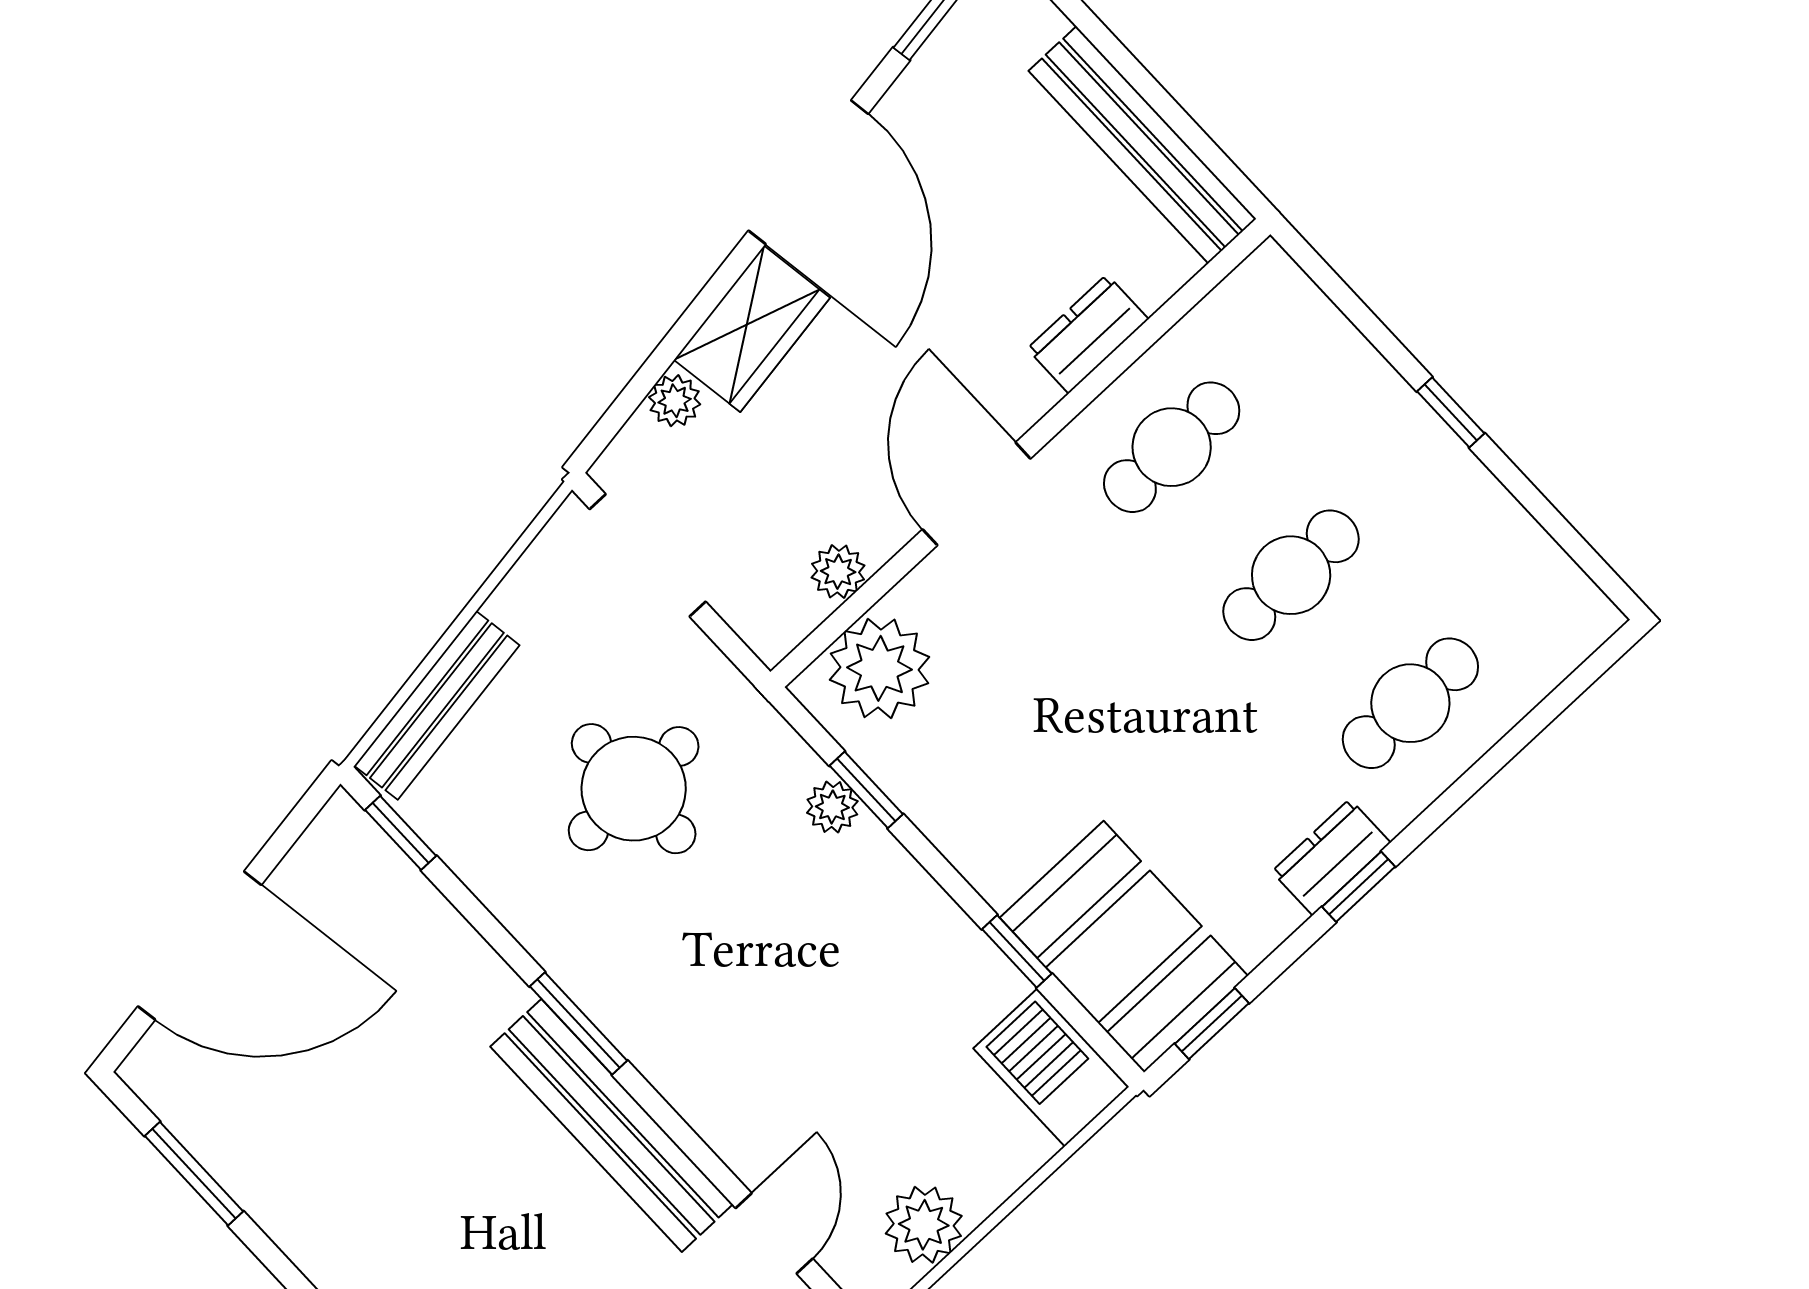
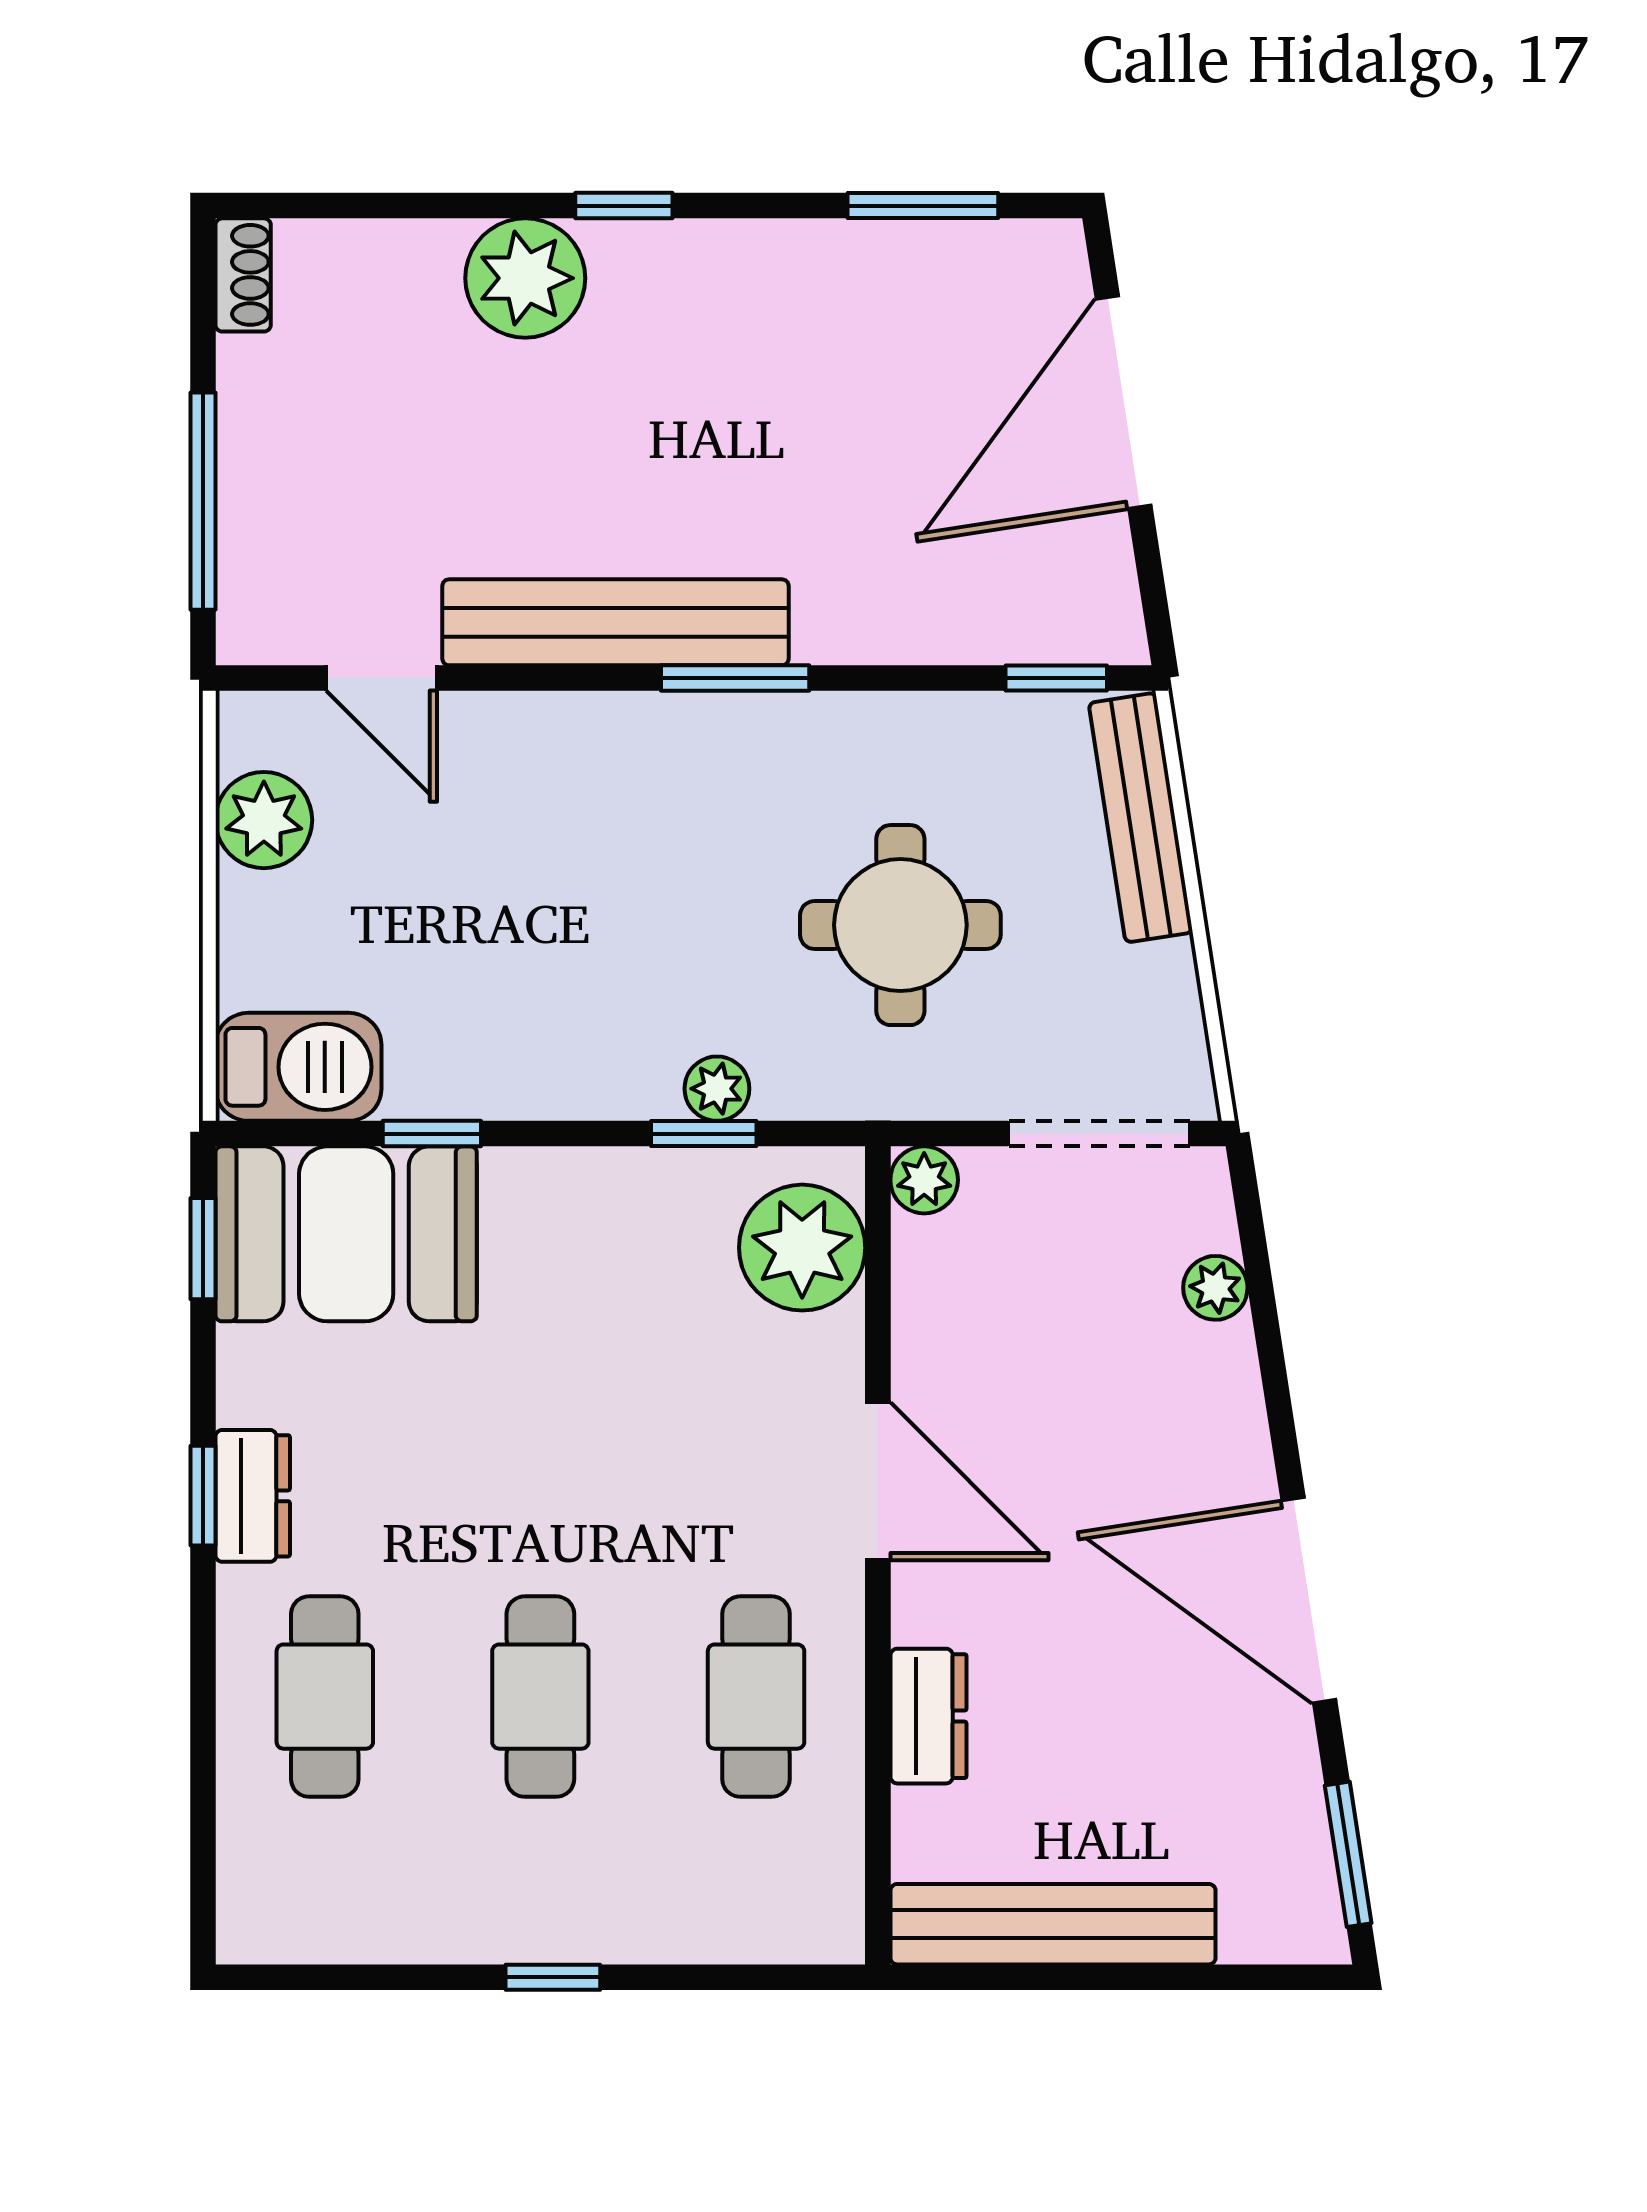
wardrobe: (752, 329) -> (1215, 1418), removed
plant: (838, 572) -> (924, 1180), moved

